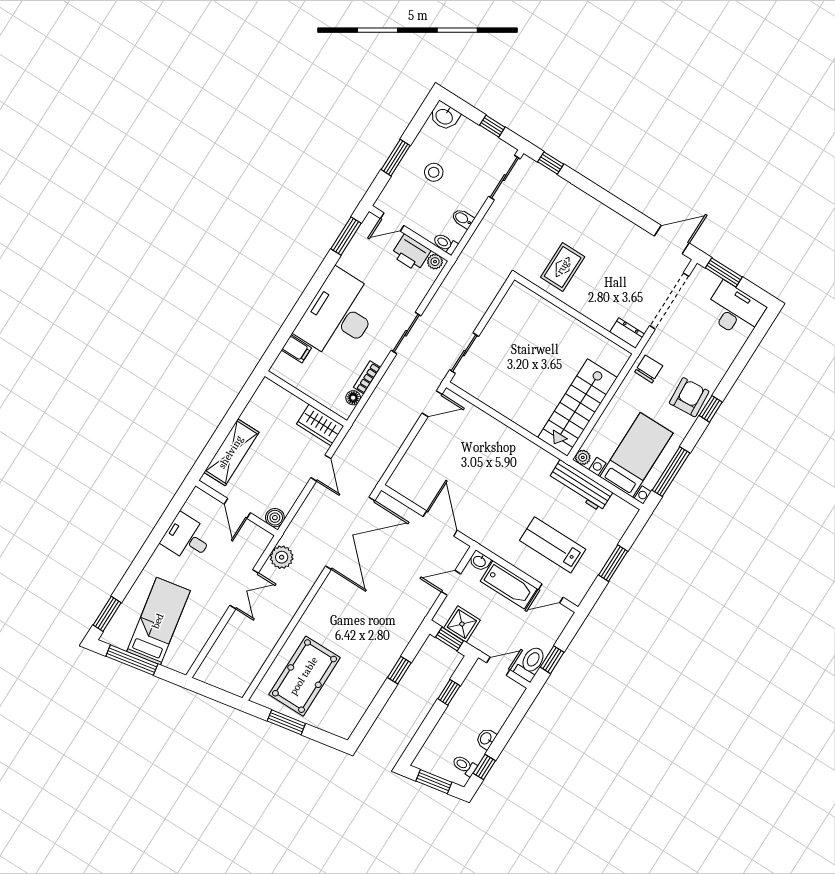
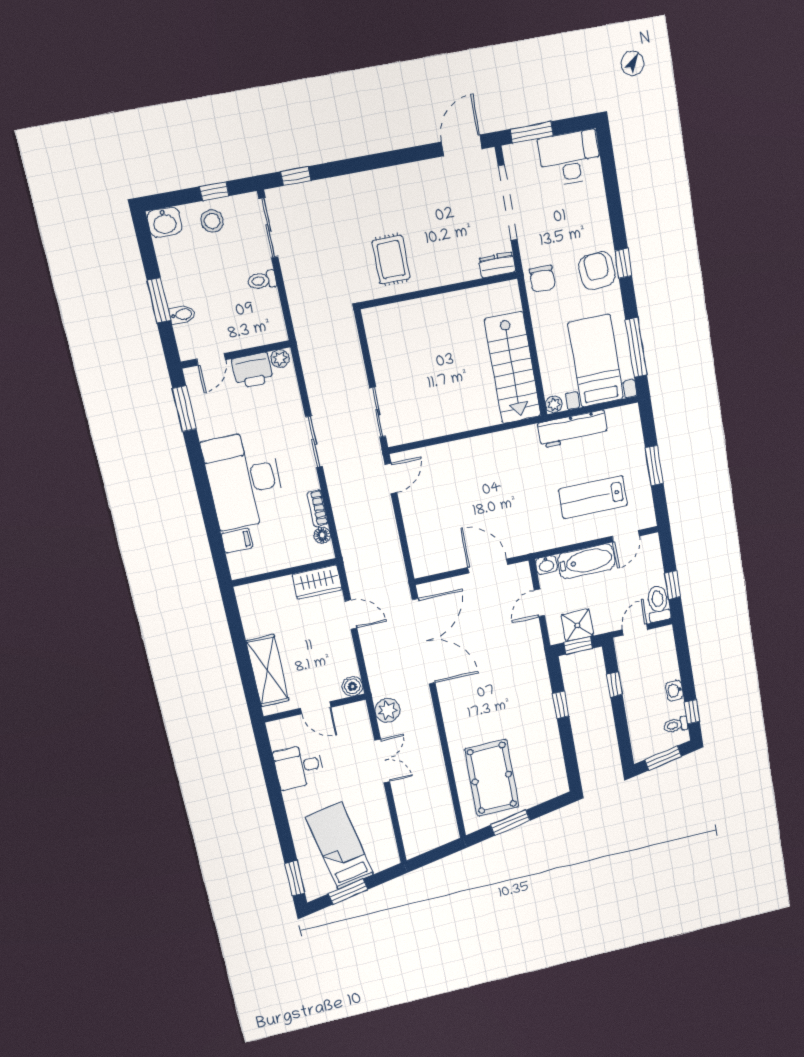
stool: (434, 172) -> (212, 221), moved
bidet: (463, 219) -> (182, 315), moved, turned 180
toilet: (445, 244) -> (262, 280), moved
chair: (649, 369) -> (542, 279), turned 180
window: (132, 660) -> (348, 892), width x0.69

